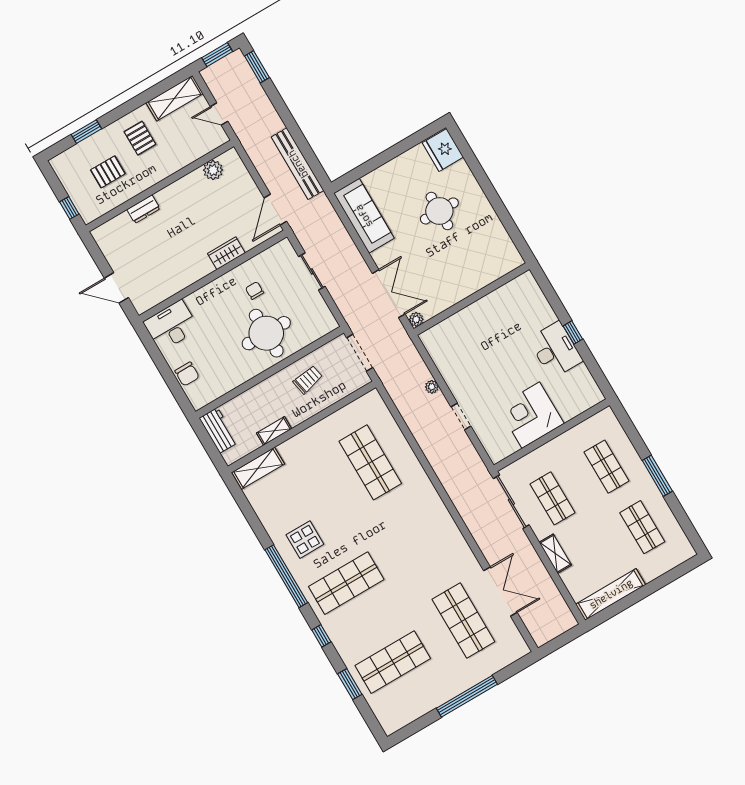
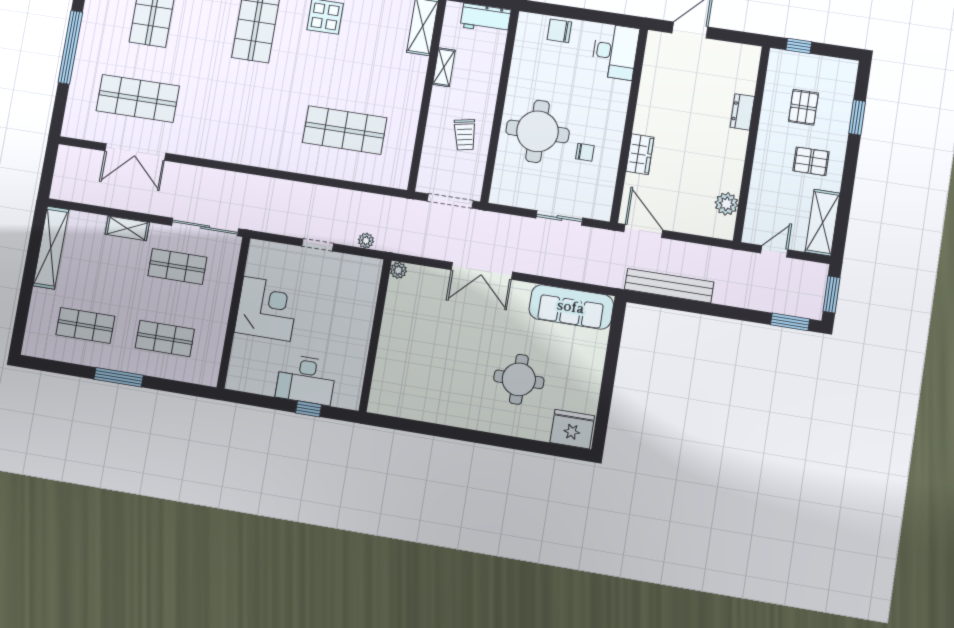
wall: (472, 299) -> (375, 336), moved
plant: (416, 319) -> (398, 270), moved

